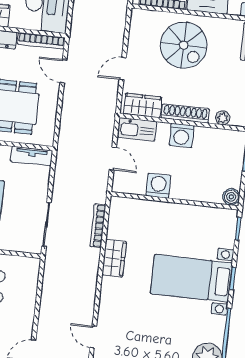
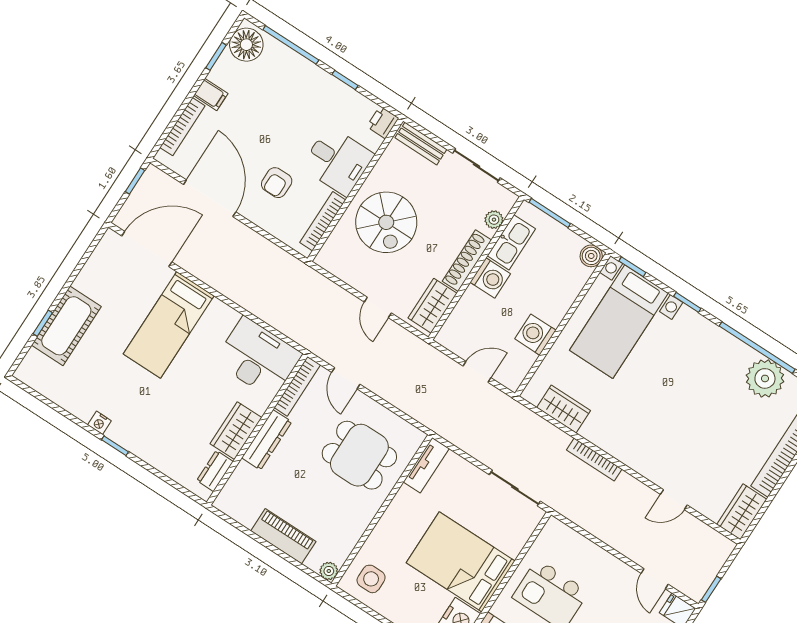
spiral stairs: (184, 45) -> (386, 222), turned 90
door: (63, 71) -> (346, 378), hinge flipped
kitchen sink: (137, 129) -> (511, 242), moved
bookcase: (98, 226) -> (594, 460), moved
wardrobe: (114, 258) -> (564, 409), moved
bed with nightstands: (191, 278) -> (619, 322), moved

